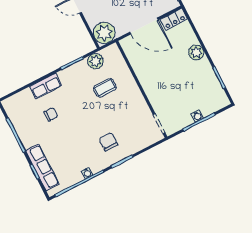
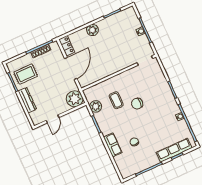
chair: (108, 142) -> (137, 104), moved

